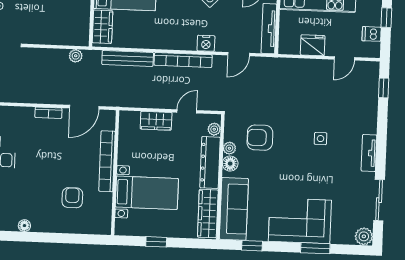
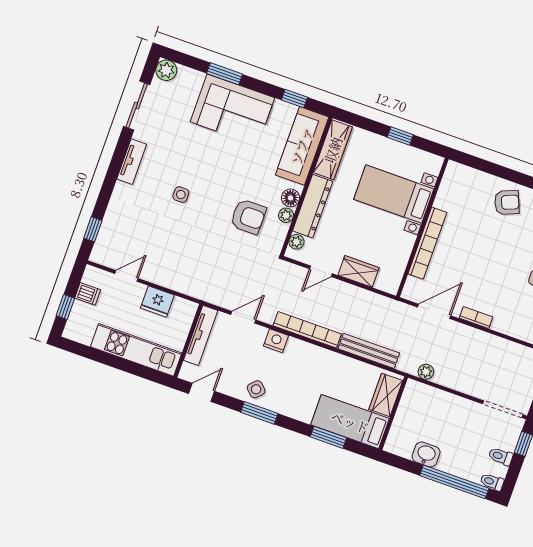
armchair: (72, 198) -> (507, 202), moved, turned -112

